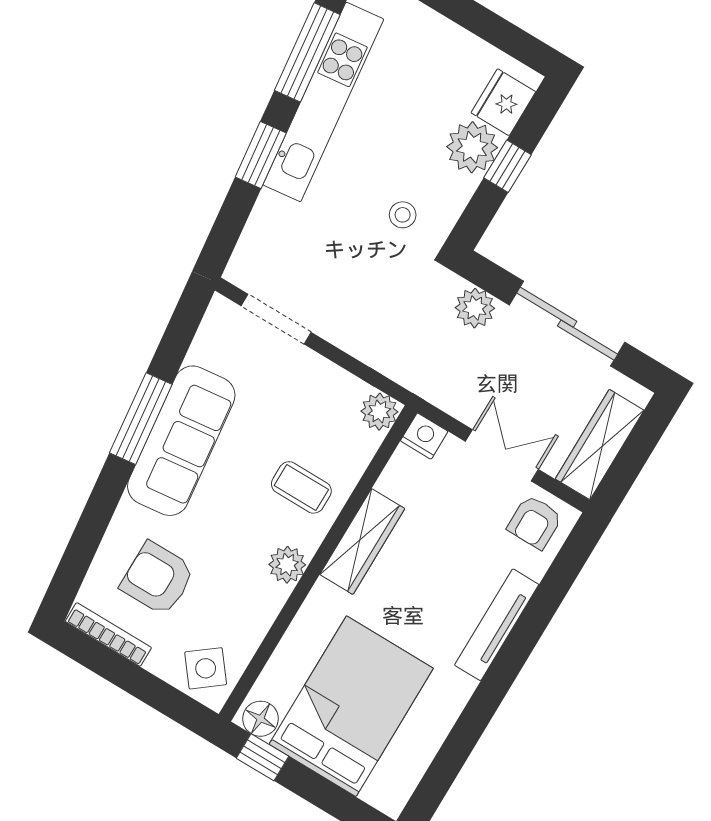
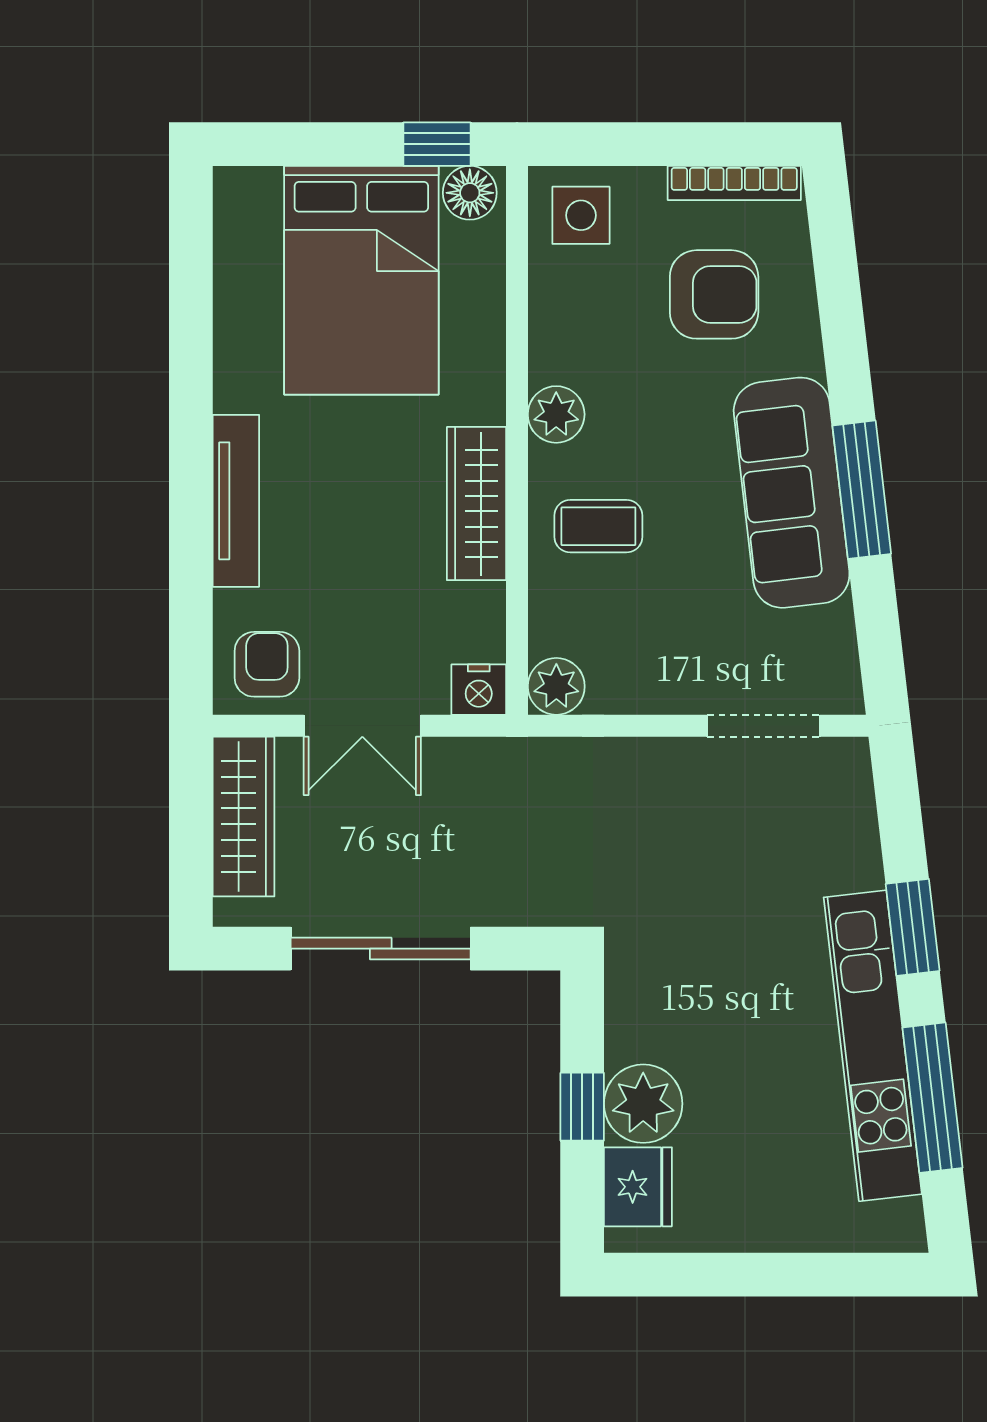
stool: (403, 215) -> (681, 961), removed
plant: (475, 308) -> (513, 896), removed
side table: (206, 668) -> (581, 215), turned 38

